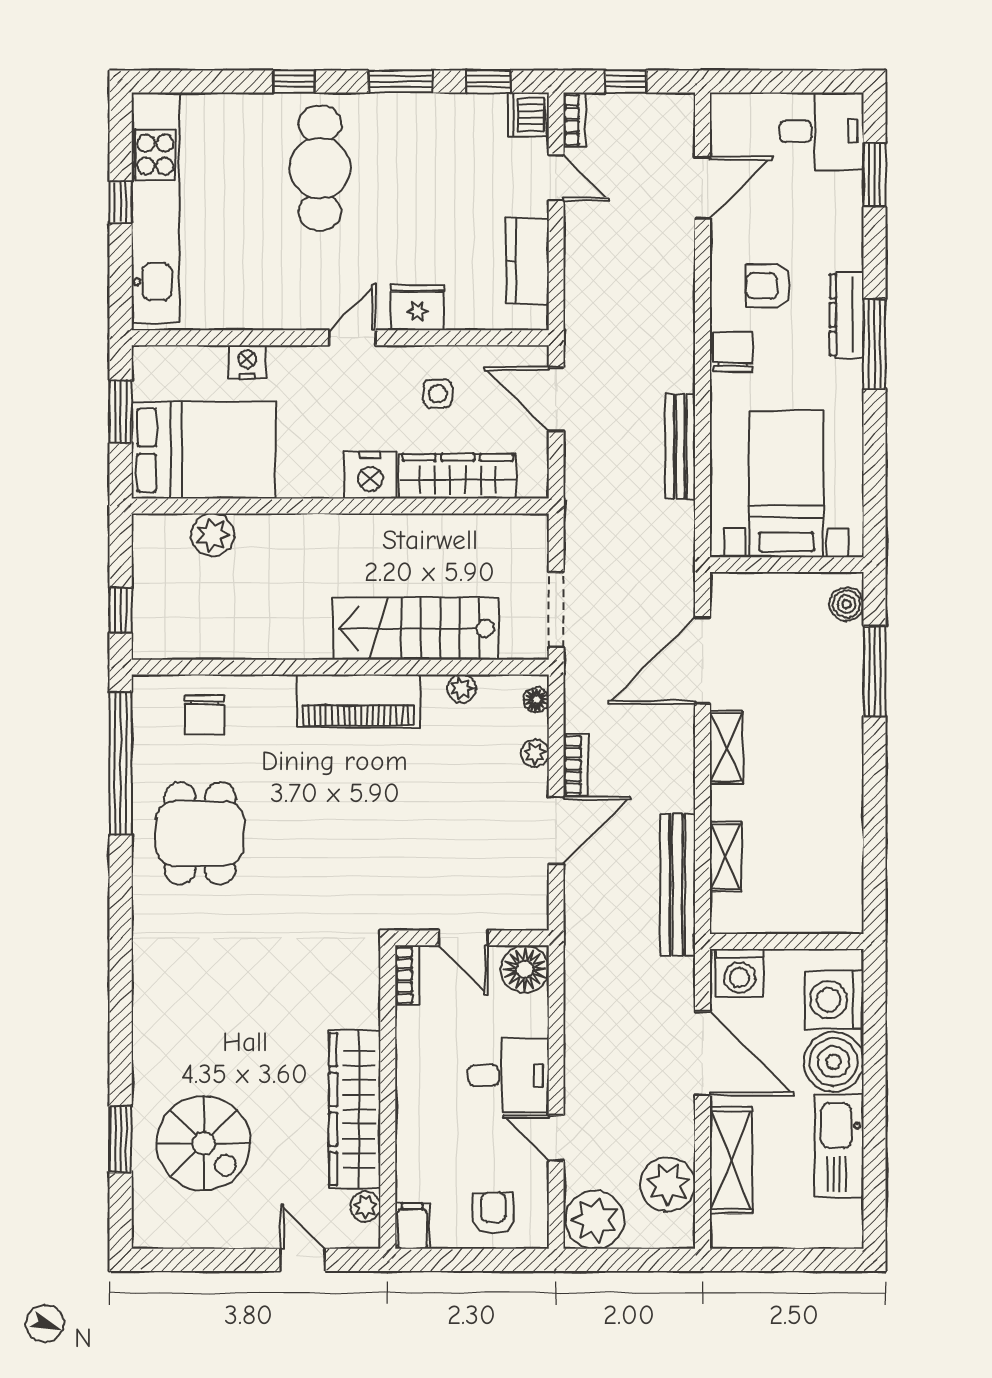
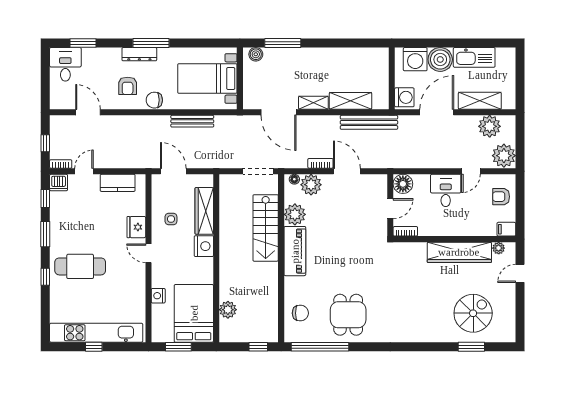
door: (556, 399) -> (173, 171), swing flipped
plant: (461, 689) -> (295, 214), width x1.88, depth x1.88
plant: (535, 753) -> (311, 185), width x1.88, depth x1.88
dining table: (200, 833) -> (348, 315), turned 90
shelving: (726, 857) -> (350, 101), width x1.50, depth x1.33

